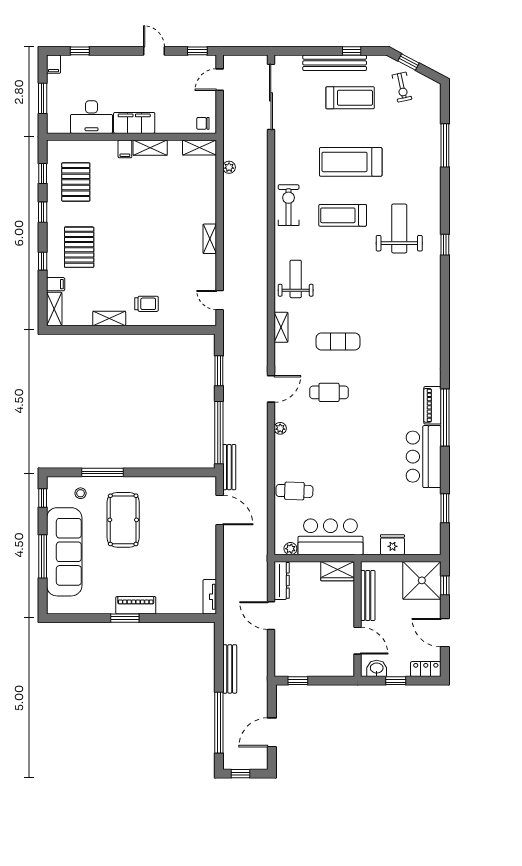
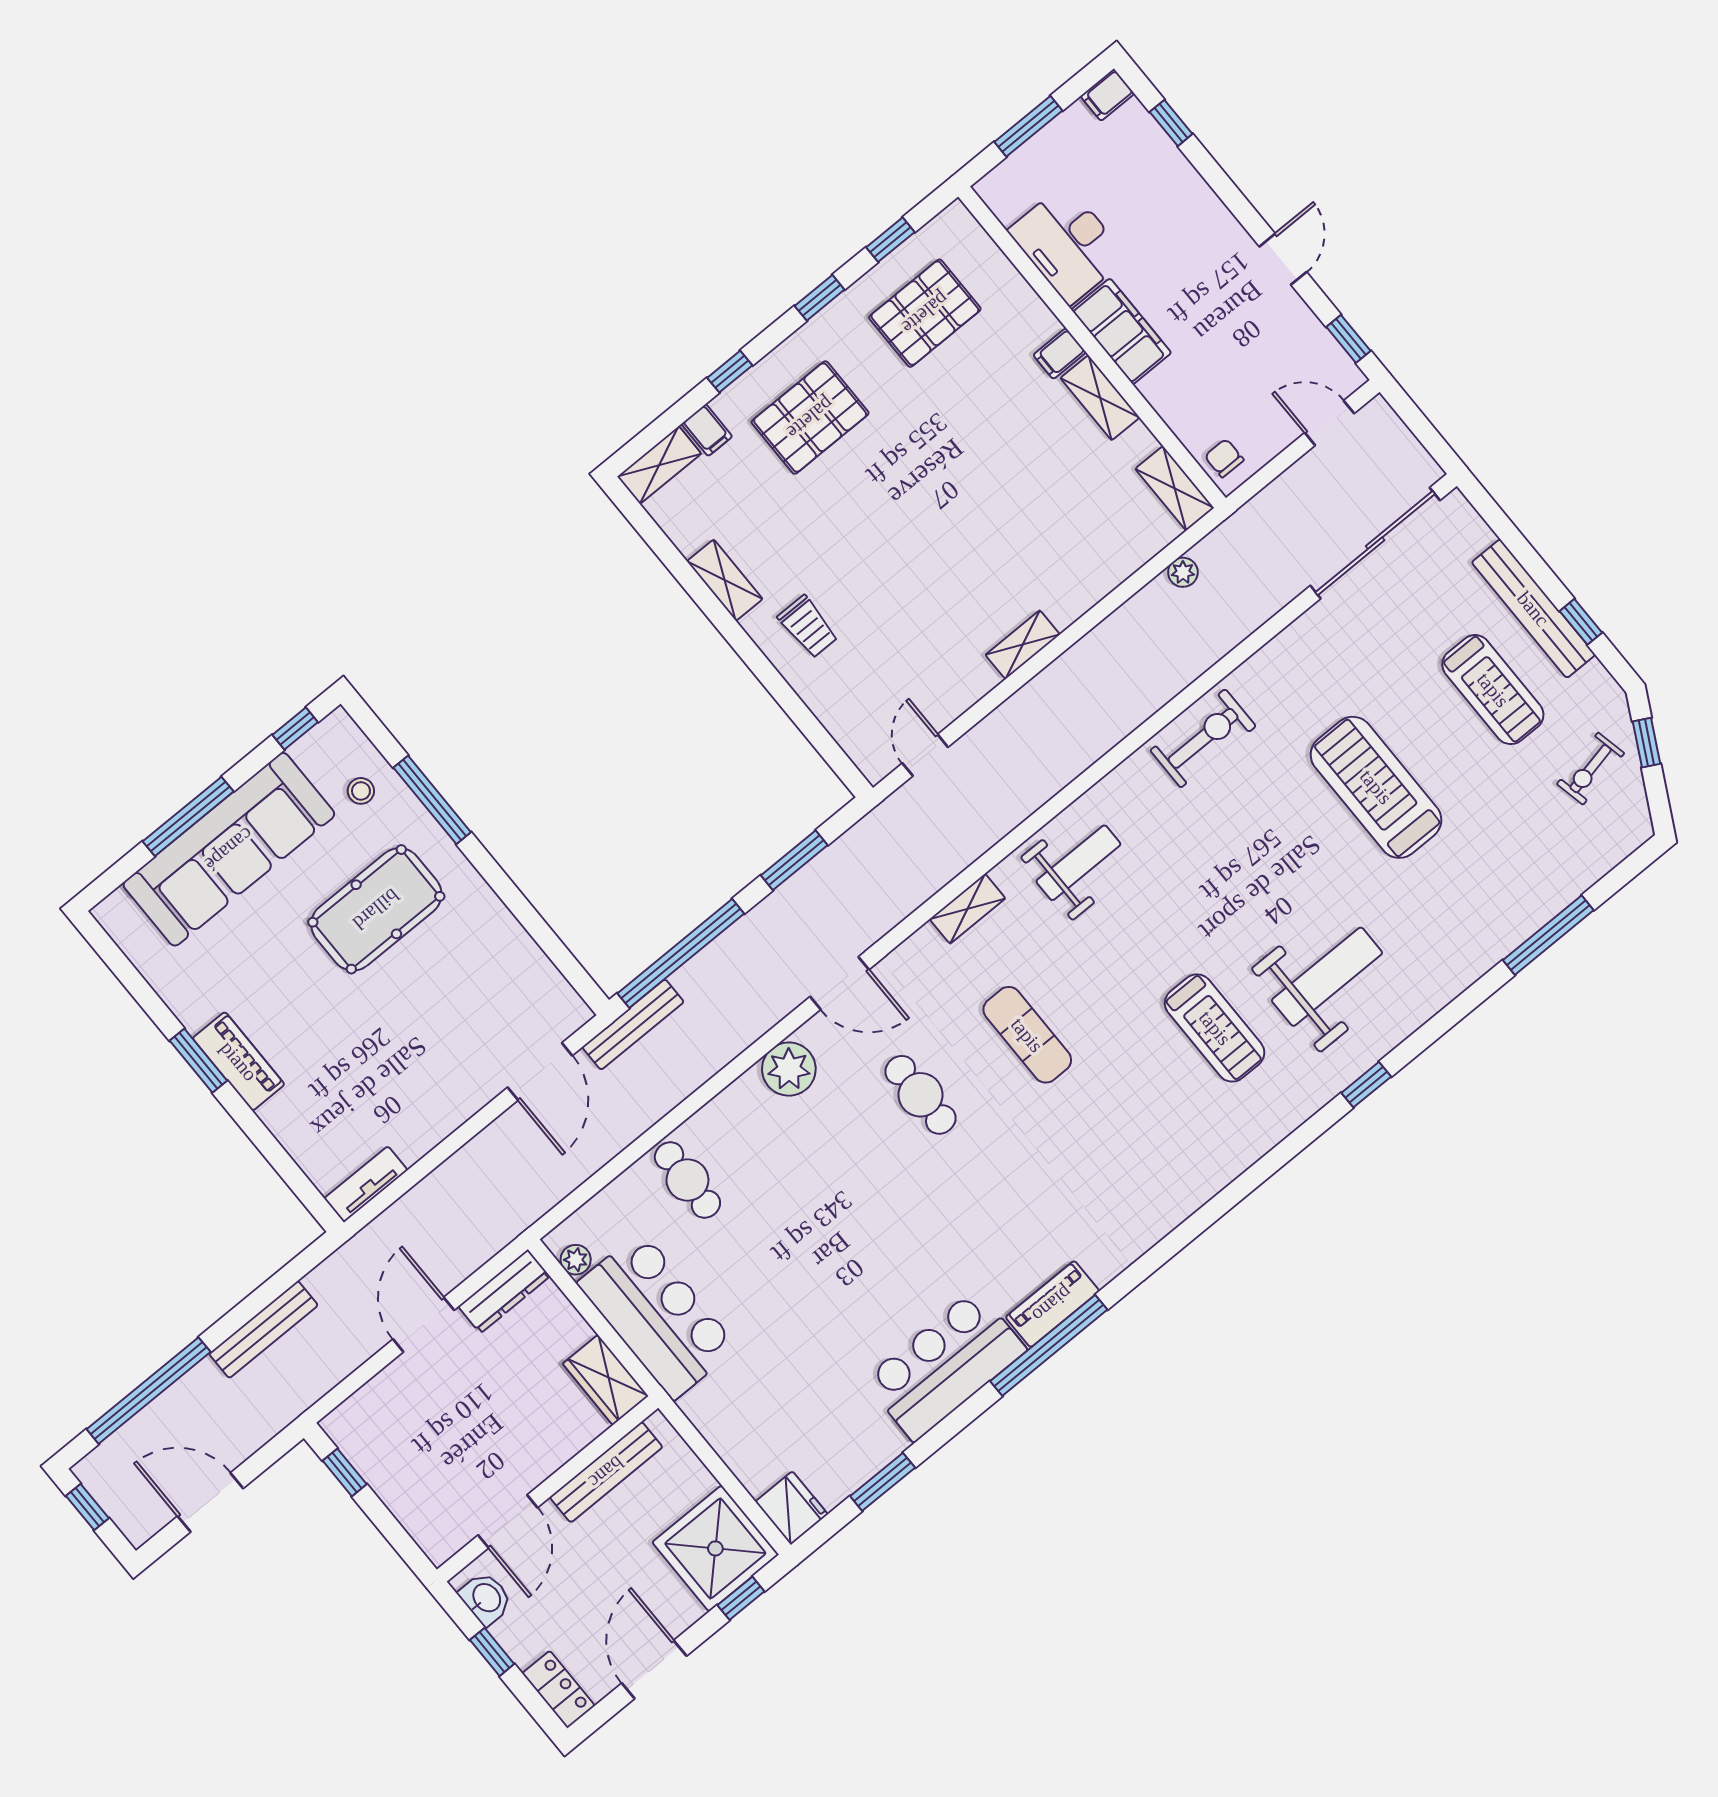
treadmill: (343, 215) -> (1215, 1028), moved, turned 180
plant: (280, 428) -> (789, 1069), width x1.88, depth x1.88
fridge: (392, 545) -> (792, 1508), moved

